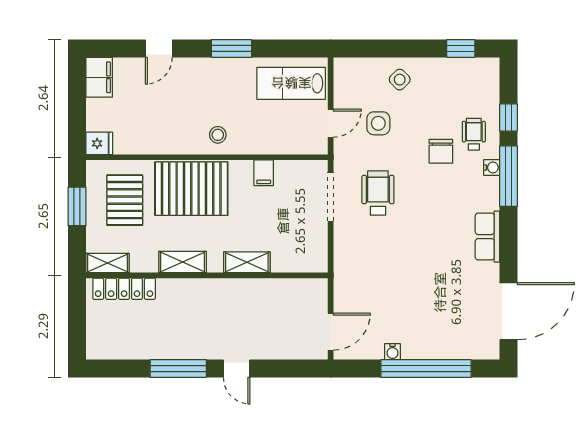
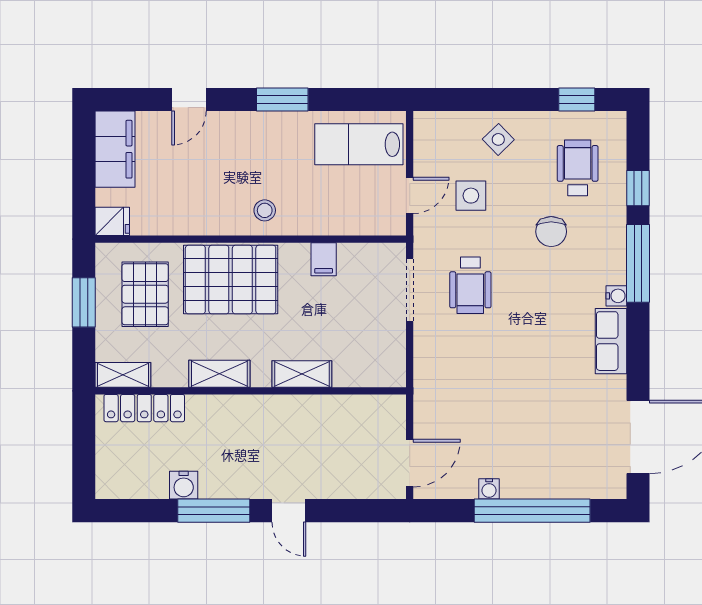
filing cabinet: (99, 77) -> (115, 149), width x1.50, depth x1.17
wheelchair: (474, 134) -> (578, 168), moved, width x1.36, depth x1.37
water cooler: (492, 167) -> (616, 296), moved
wheelchair: (378, 193) -> (470, 285), turned 180
water cooler: (155, 349) -> (184, 485), added

